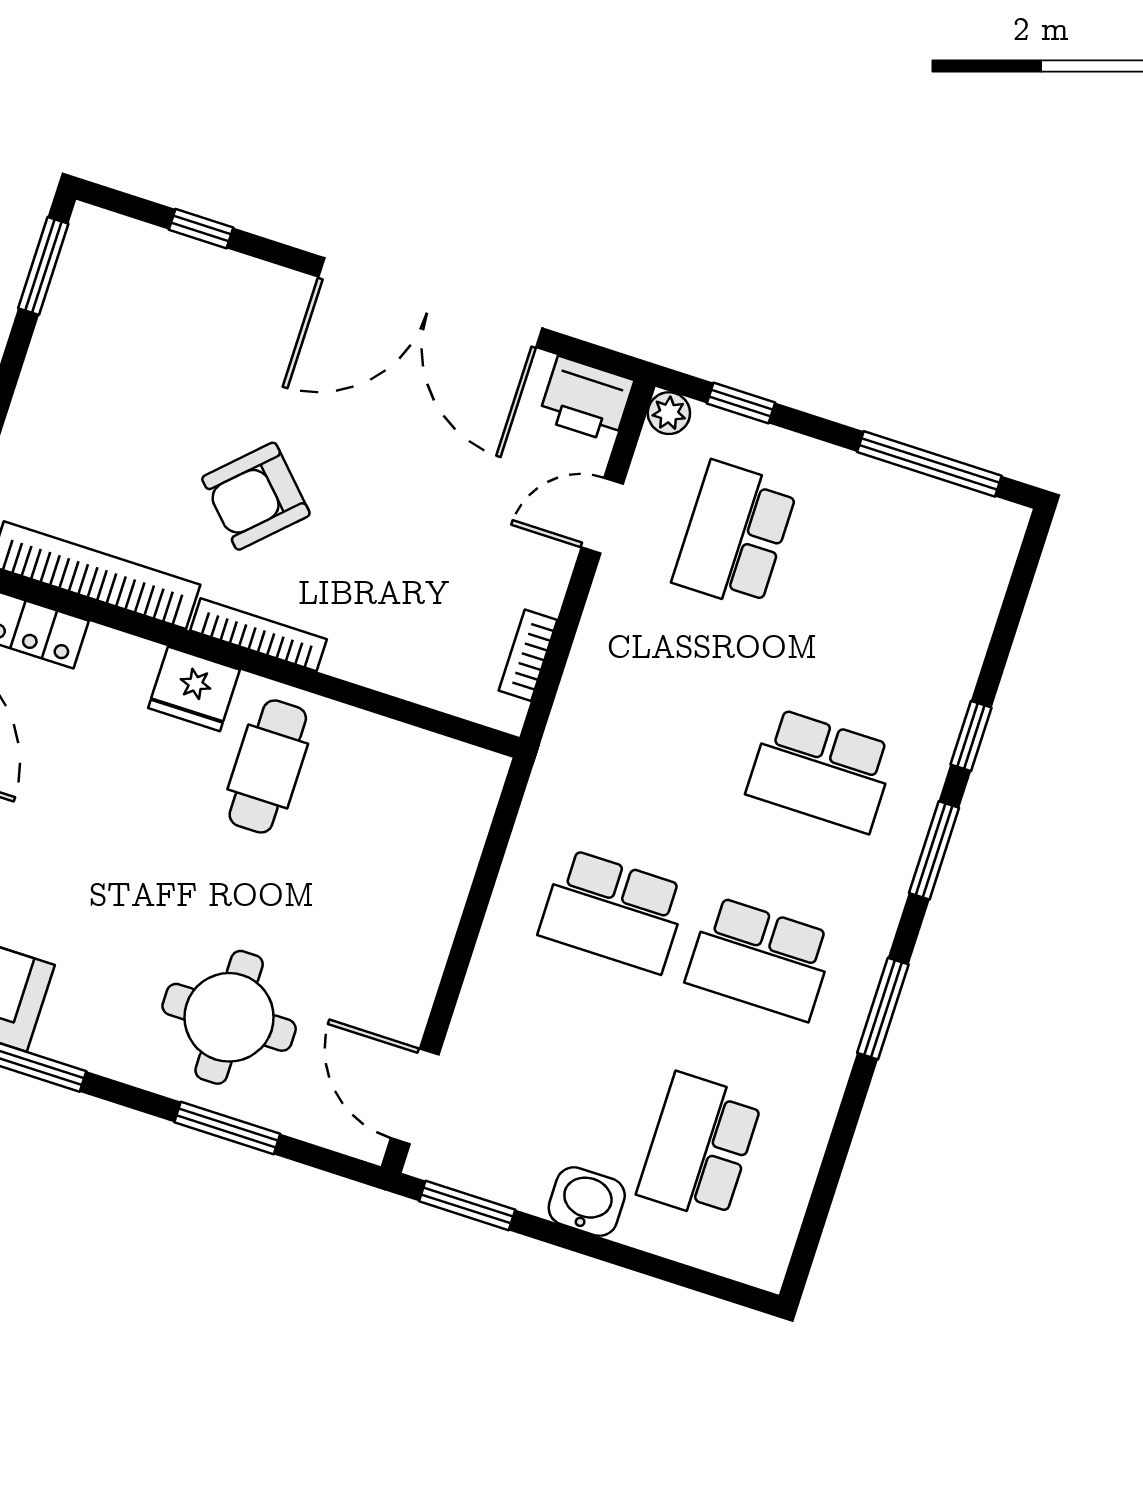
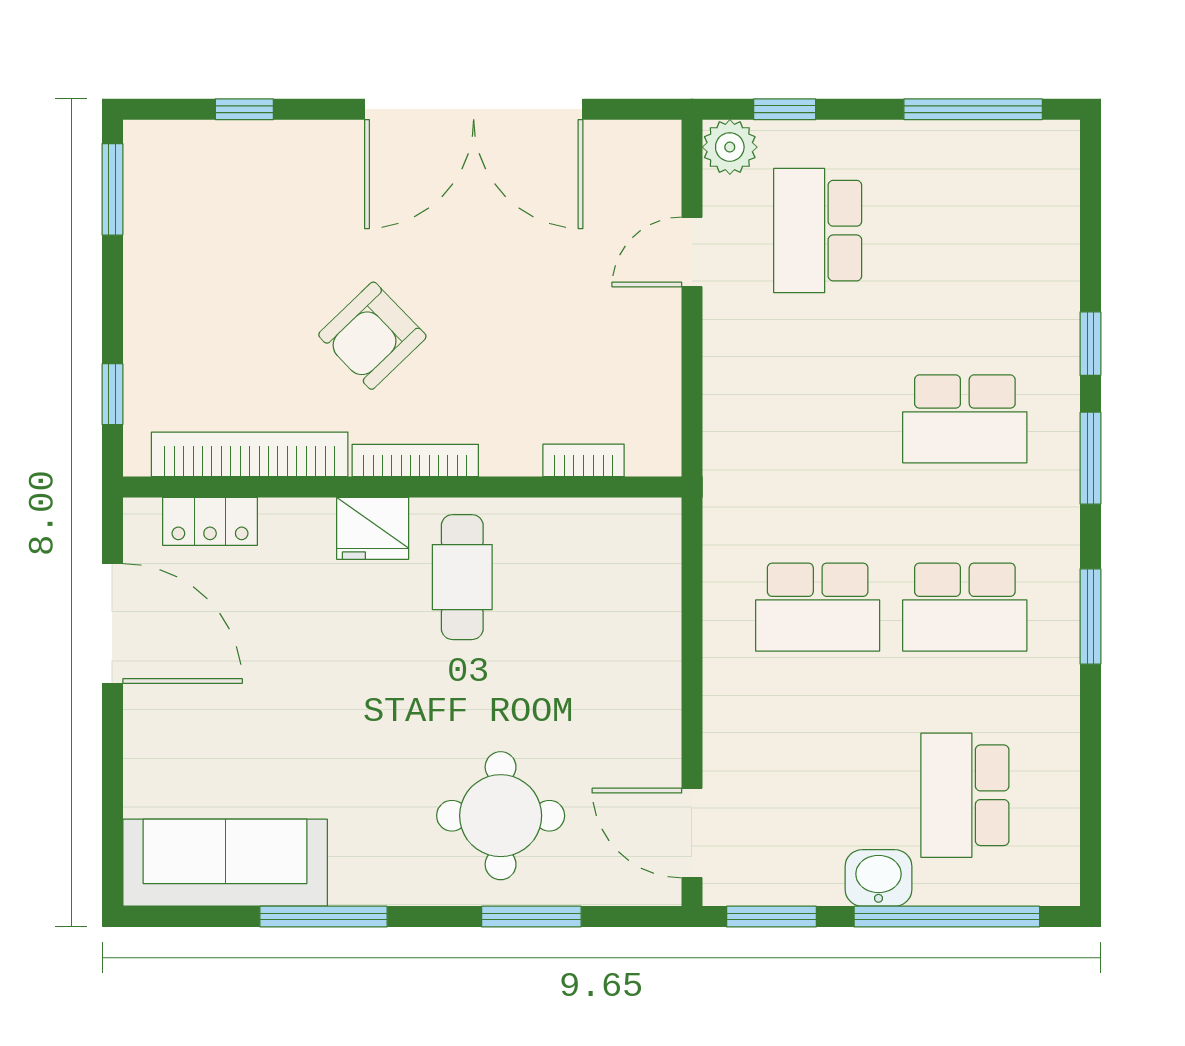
printer: (586, 399) -> (643, 151), removed
plant: (669, 413) -> (730, 147), width x1.38, depth x1.38
bookcase: (528, 655) -> (584, 460), moved, turned 90
window: (642, 1262) -> (947, 917), added

